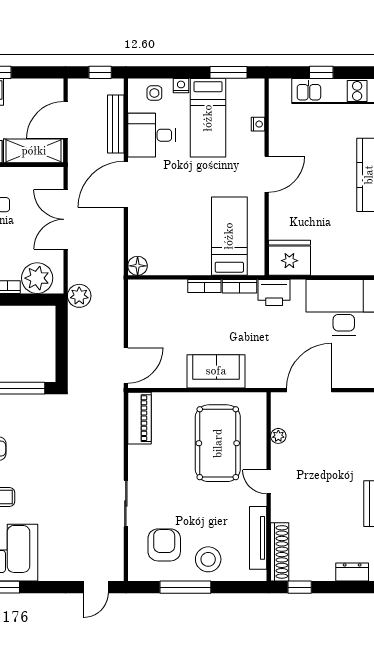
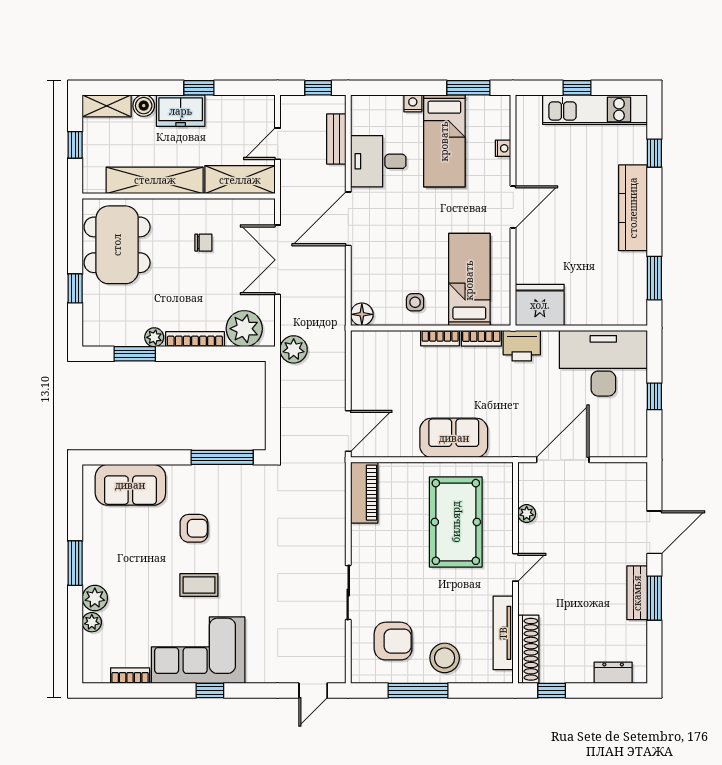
side table: (154, 93) -> (415, 302), moved
door: (66, 120) -> (278, 144), width x0.73
bench: (116, 124) -> (336, 139), width x0.73
door: (269, 482) -> (515, 567), swing flipped
armchair: (164, 545) -> (393, 641), turned 90

